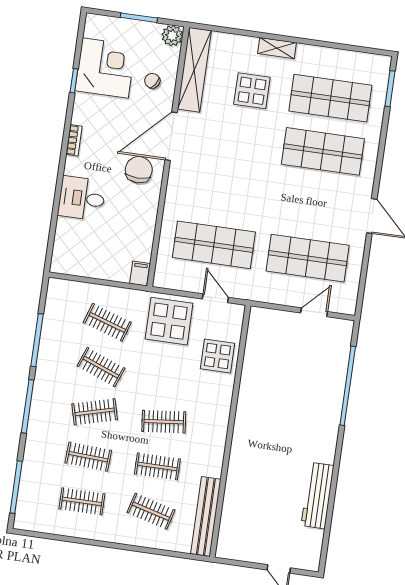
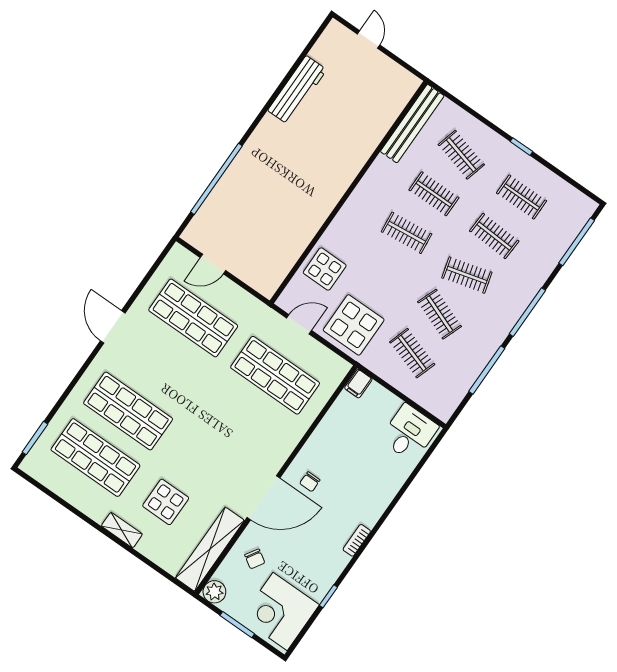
corner desk: (105, 68) -> (280, 611), moved
chair: (139, 170) -> (310, 482), width x0.54, depth x0.54
desk: (82, 198) -> (409, 433), moved, turned -90
door: (215, 298) -> (299, 324), swing flipped
window: (104, 544) -> (521, 147), added

